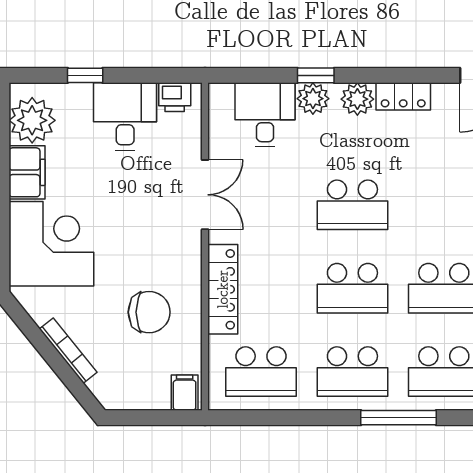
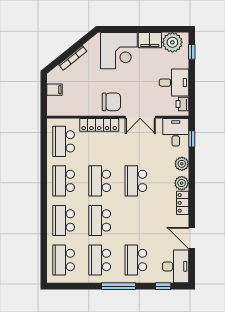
window: (85, 75) -> (192, 52), moved
window: (316, 75) -> (192, 139), moved
desk: (265, 115) -> (176, 132), moved, turned -90
chair: (149, 312) -> (111, 102), moved, turned -90
filing cabinet: (185, 393) -> (55, 90), moved
window: (399, 418) -> (44, 201), removed

